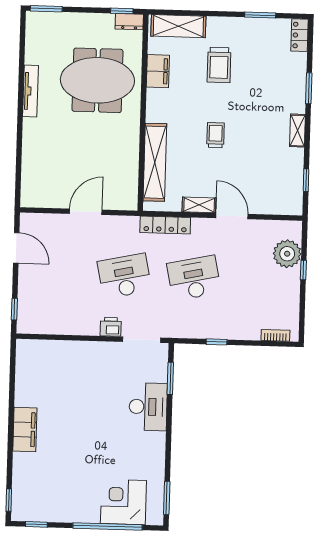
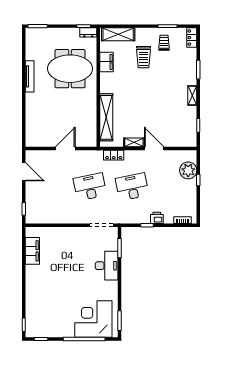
trolley: (216, 135) -> (164, 43), moved
locker: (165, 225) -> (114, 155), width x0.66
printer: (111, 327) -> (157, 218), moved
filing cabinet: (25, 429) -> (32, 251), moved
corner desk: (123, 502) -> (93, 319), width x1.36, depth x1.36

